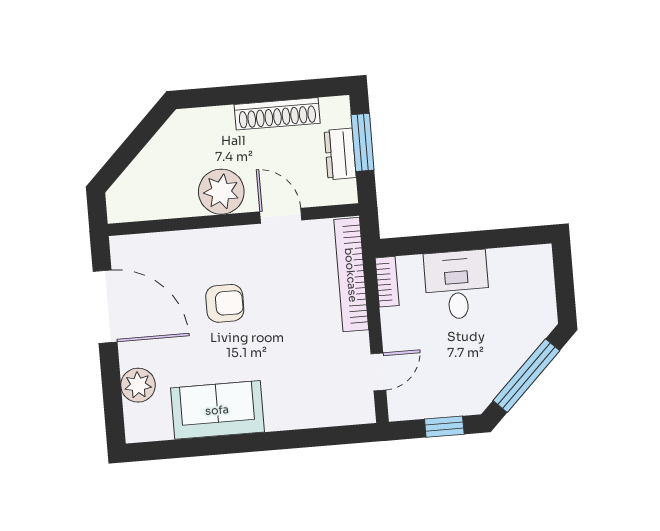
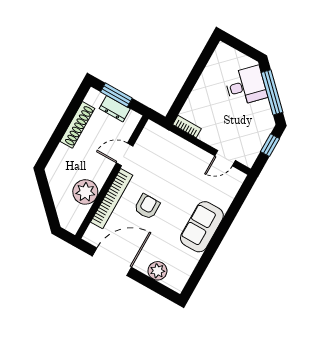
plant: (221, 192) -> (85, 192), moved
bookcase: (351, 275) -> (112, 199), moved, turned -90
desk: (457, 285) -> (246, 86), moved, turned 135
door: (378, 372) -> (225, 158), swing flipped
sofa: (217, 410) -> (202, 227), moved

